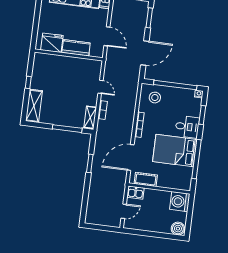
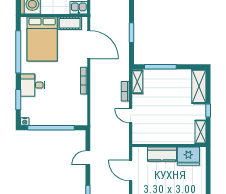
door: (145, 53) -> (88, 158), width x0.53
shelving: (38, 64) -> (201, 132), added
stool: (155, 98) -> (71, 112), removed
bed: (175, 151) -> (42, 39), moved, turned 90
door: (131, 157) -> (89, 45), hinge flipped

